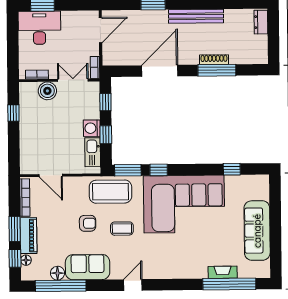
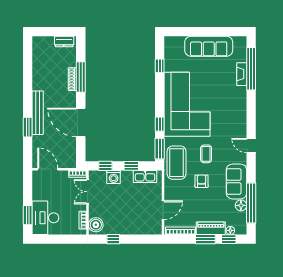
bench: (196, 16) -> (38, 113), moved
dresser: (261, 22) -> (64, 42), moved
boiler: (47, 91) -> (96, 225), moved
washing machine: (92, 128) -> (114, 177), moved

